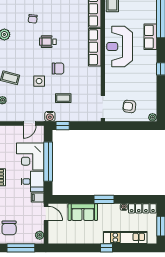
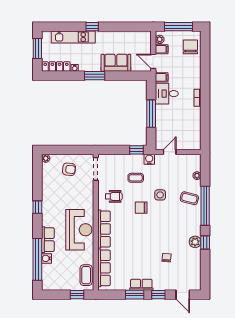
water cooler: (152, 18) -> (46, 258), added
wheelchair: (48, 42) -> (114, 196), moved
corner desk: (30, 157) -> (169, 119), removed
window: (48, 162) -> (151, 114), width x0.68
filing cabinet: (38, 225) -> (162, 49), added

